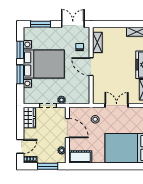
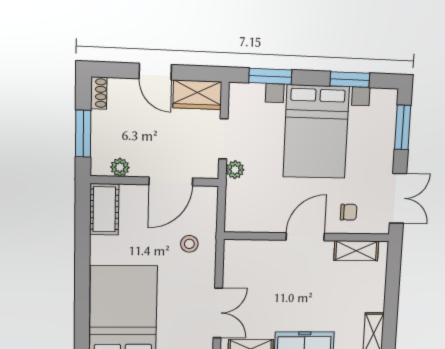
window: (20, 74) -> (270, 76), moved
double door: (117, 106) -> (218, 313), moved
door: (20, 146) -> (155, 72), moved

